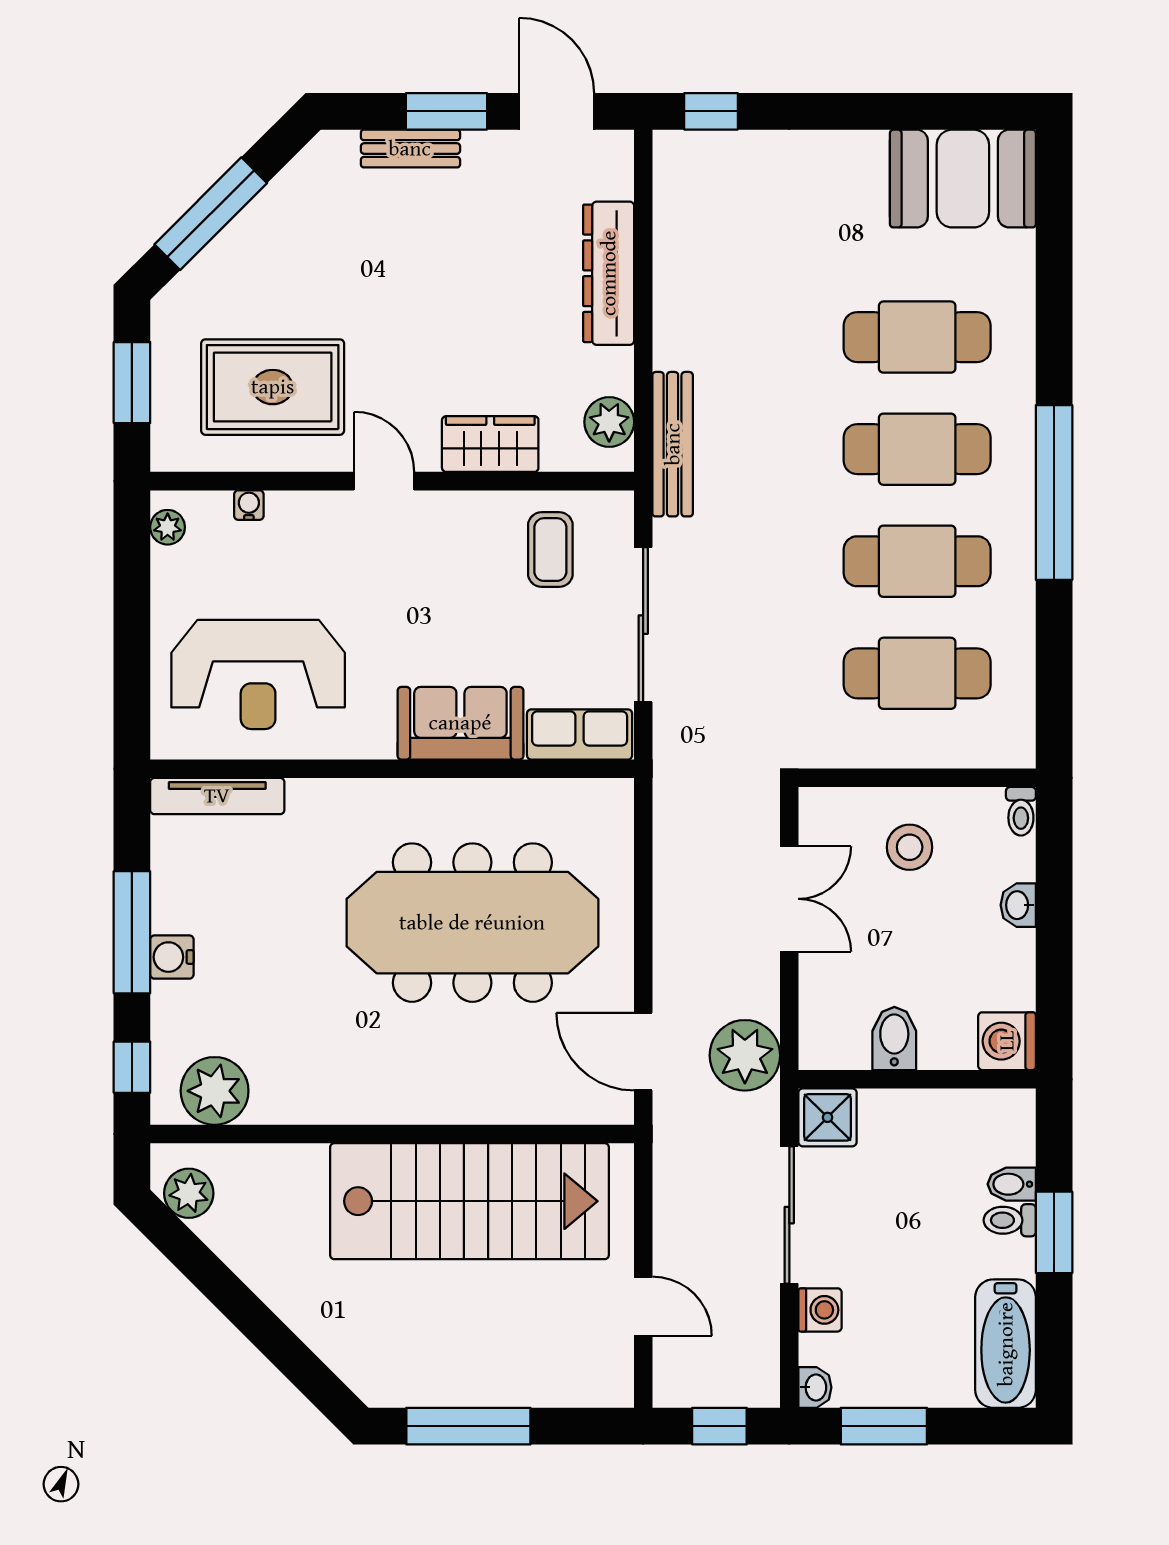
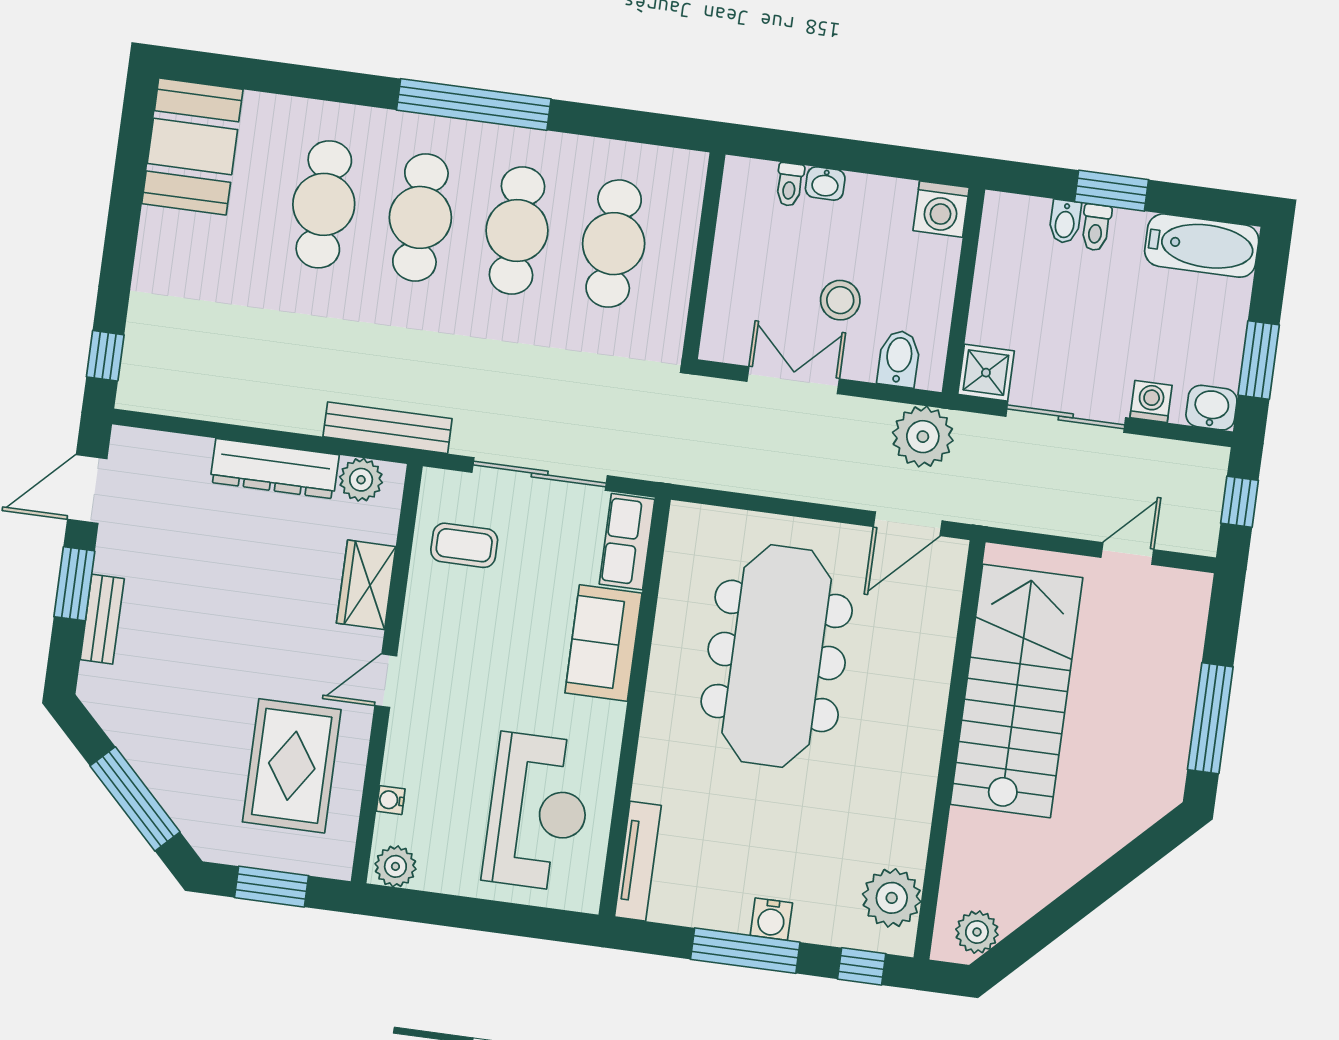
dresser: (609, 273) -> (275, 469), moved
plant: (168, 527) -> (395, 866), width x1.38, depth x1.38
toilet: (1021, 811) -> (790, 185), moved, turned 90
stool: (910, 847) -> (840, 300), moved
bidet: (894, 1038) -> (899, 359), moved, turned 90
washbasin: (815, 1387) -> (1211, 408), width x1.38, depth x1.45

